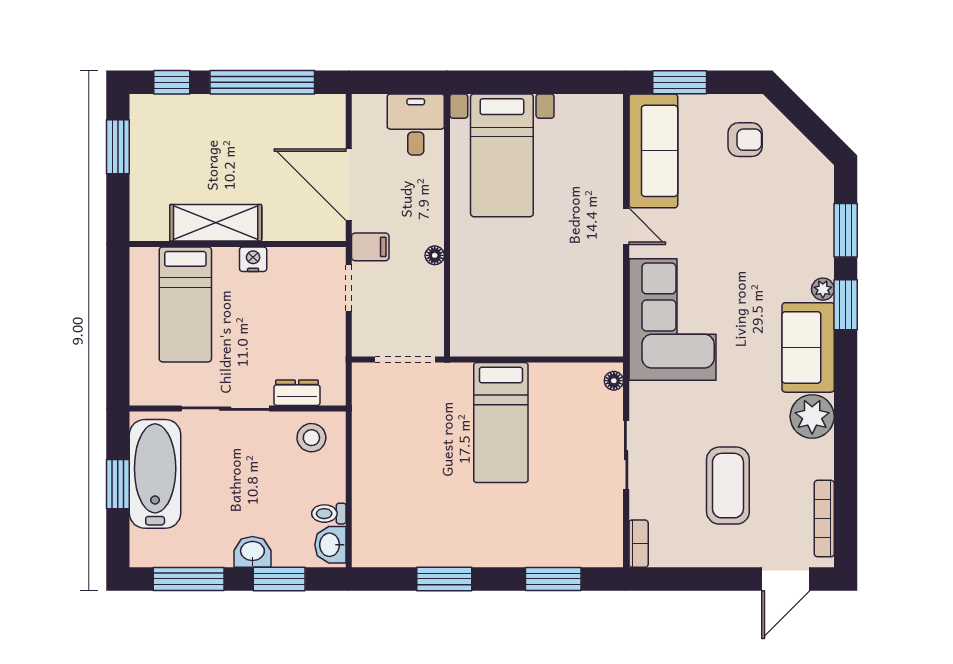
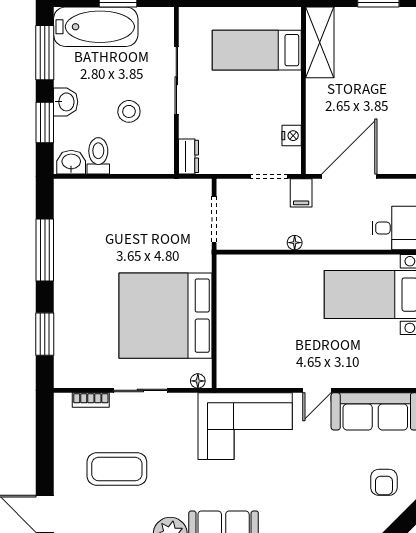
shelving: (216, 223) -> (320, 42), moved
nightstand: (253, 259) -> (292, 136), moved
dresser: (297, 393) -> (189, 156), moved
bed: (501, 423) -> (166, 316), width x2.04
stool: (311, 438) -> (129, 111), moved
bathtub: (155, 474) -> (96, 27), moved
toilet: (329, 514) -> (98, 156), width x1.37, depth x1.39
bookcase: (639, 544) -> (91, 400), moved
window: (444, 579) -> (45, 250), width x1.44

